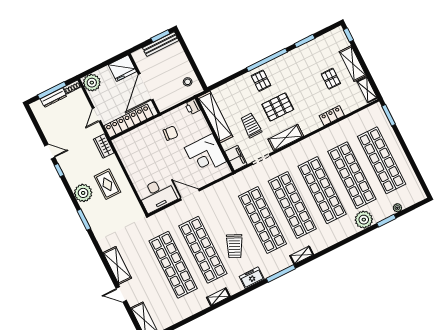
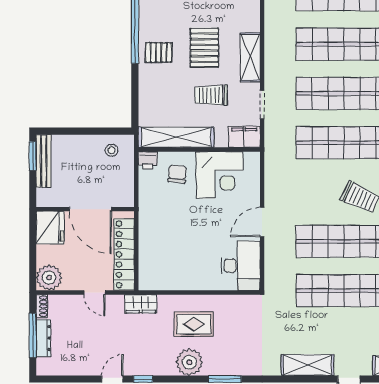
chair: (171, 133) -> (177, 174), moved

